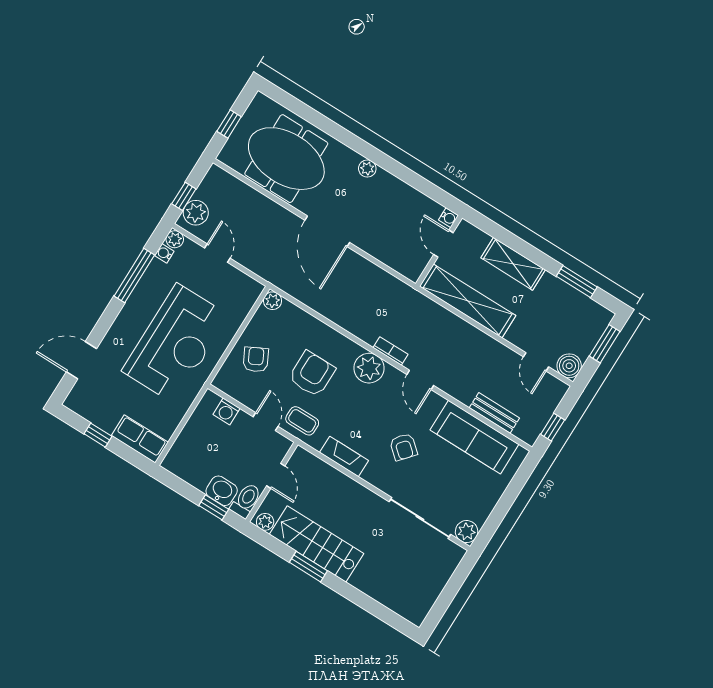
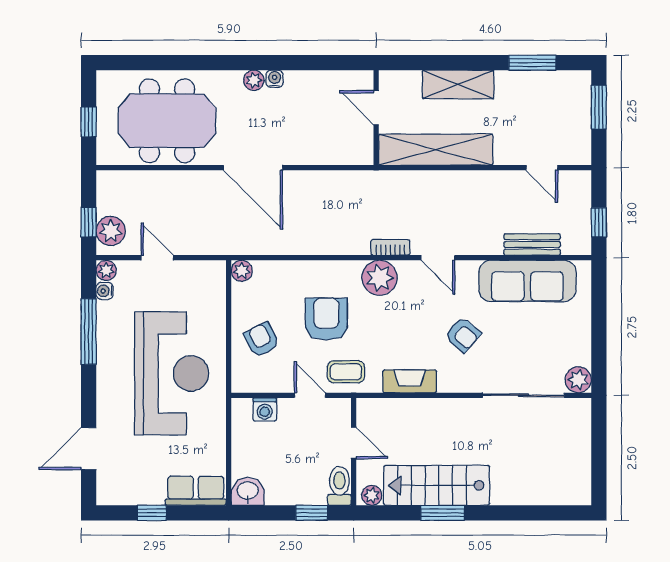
water cooler: (448, 218) -> (275, 79), moved, turned -90
boiler: (569, 366) -> (577, 151), removed
washbasin: (222, 491) -> (248, 491), moved

